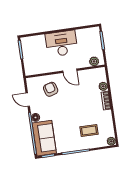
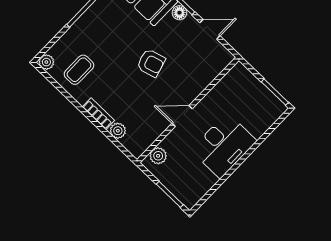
armchair: (51, 89) -> (151, 63), moved
coffee table: (89, 130) -> (79, 70), moved

